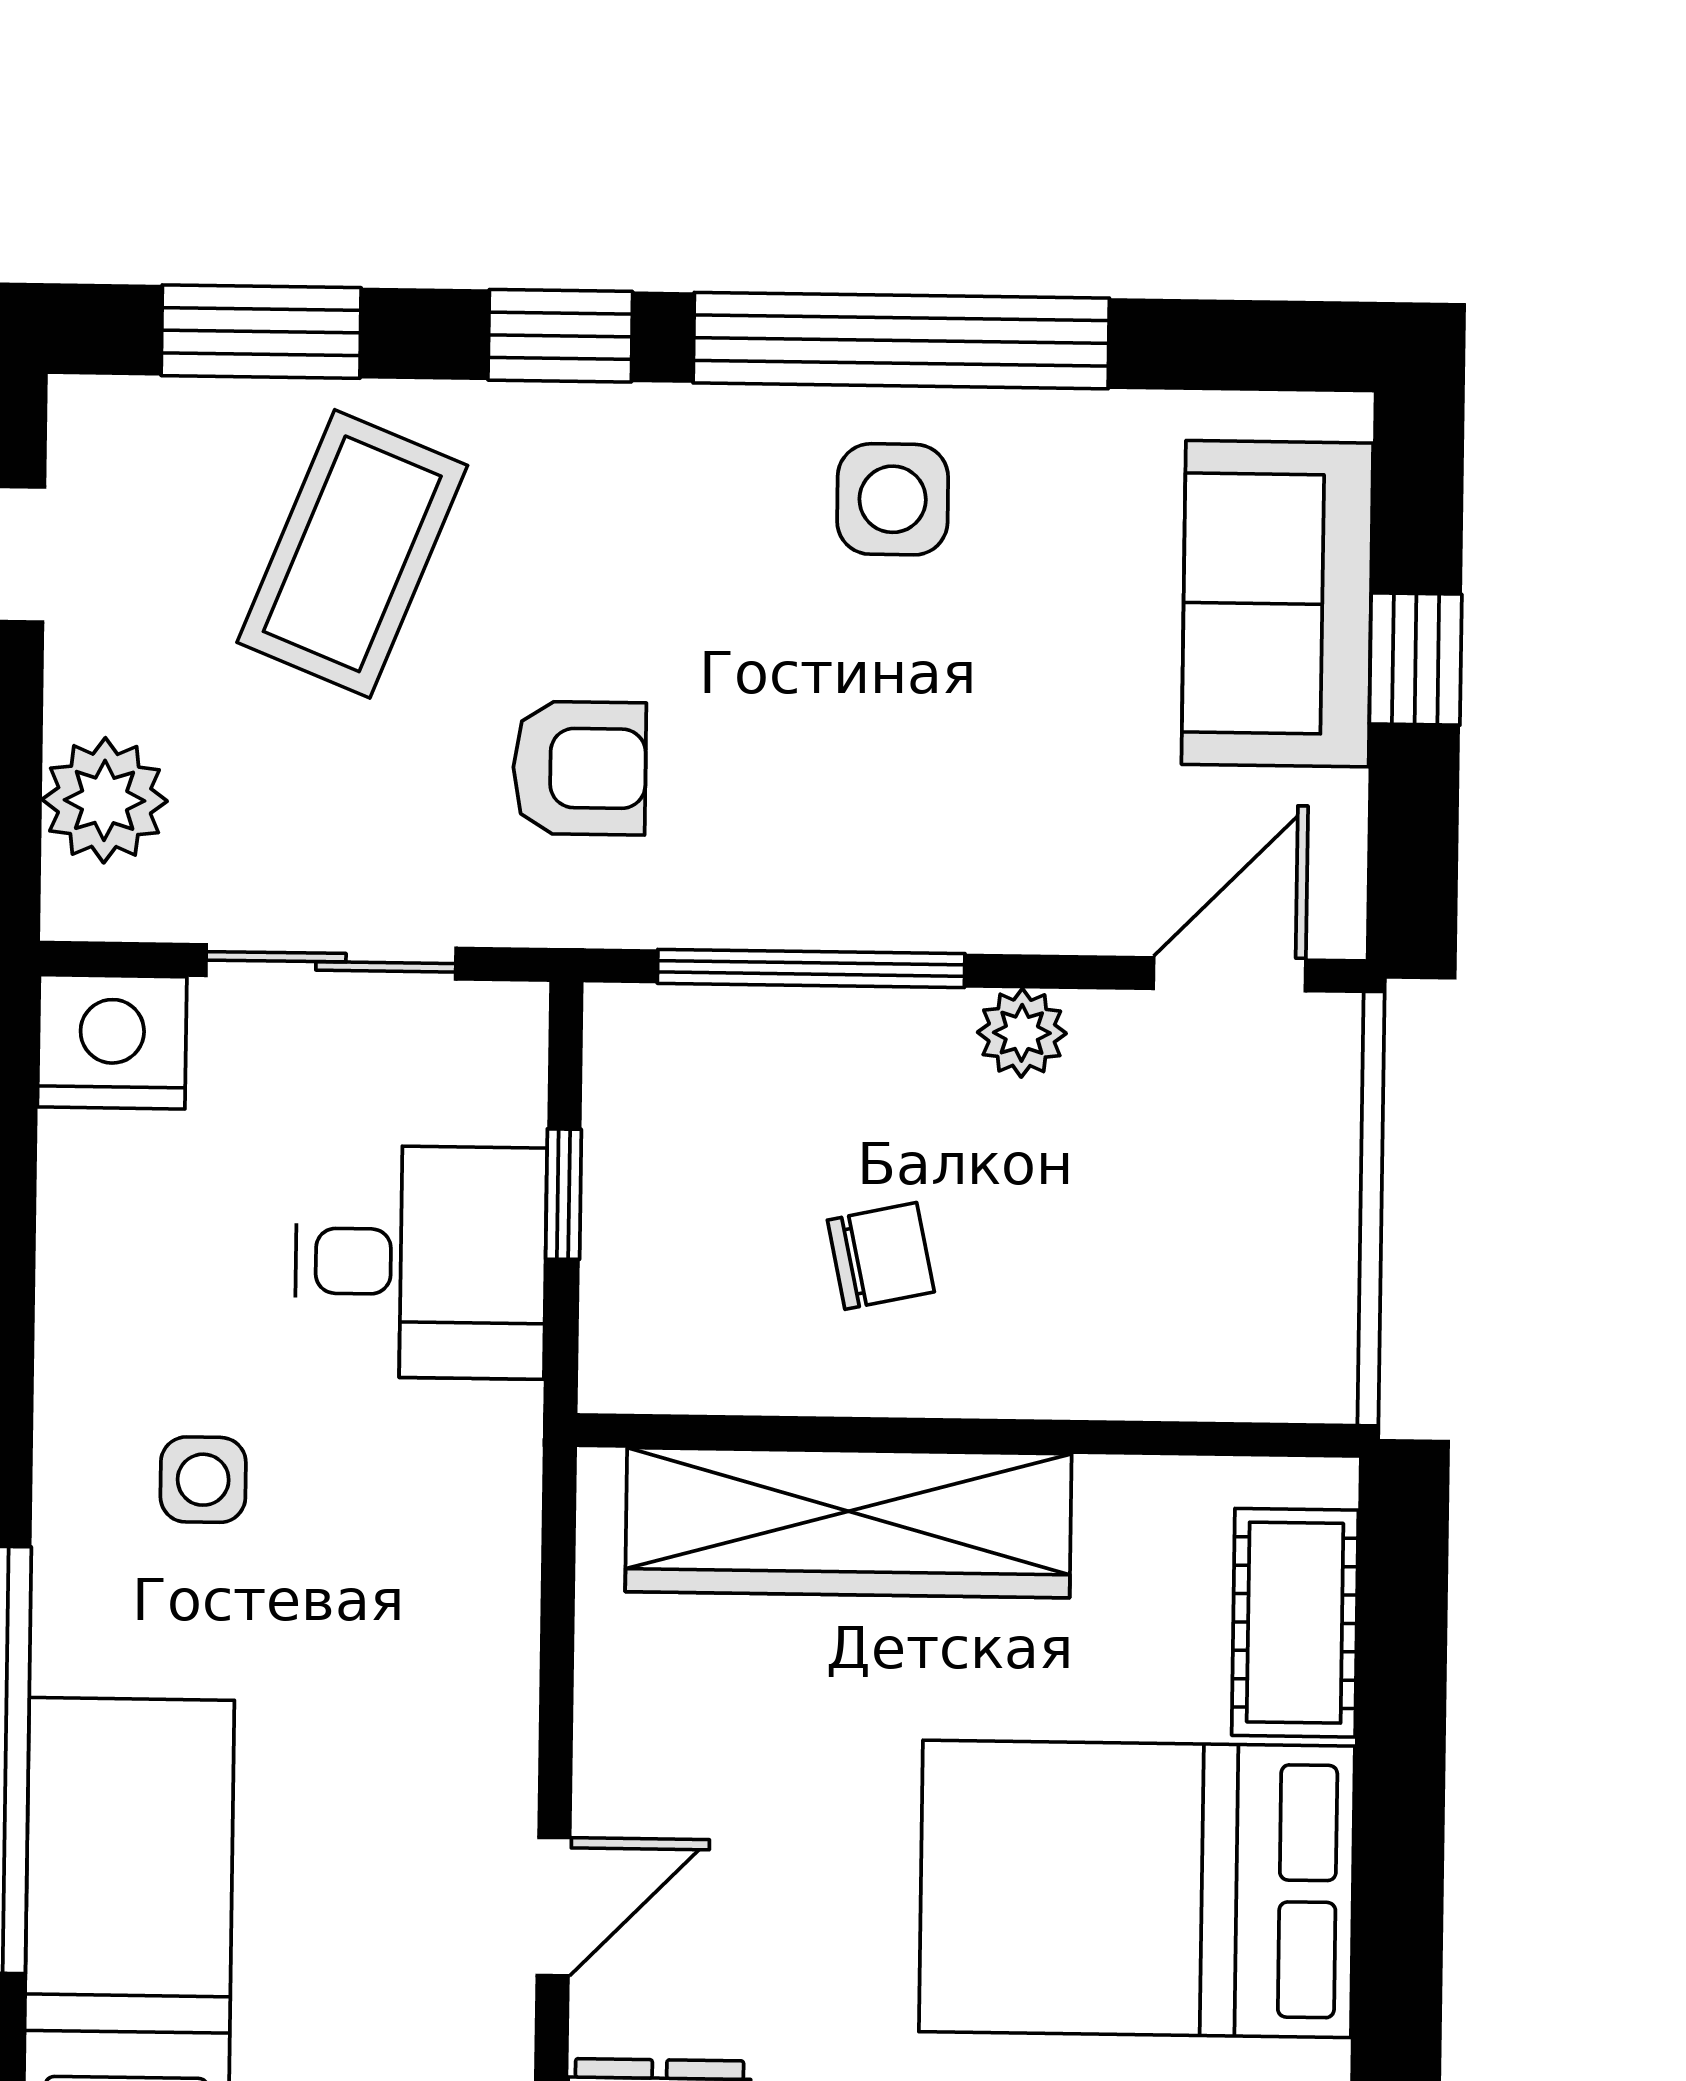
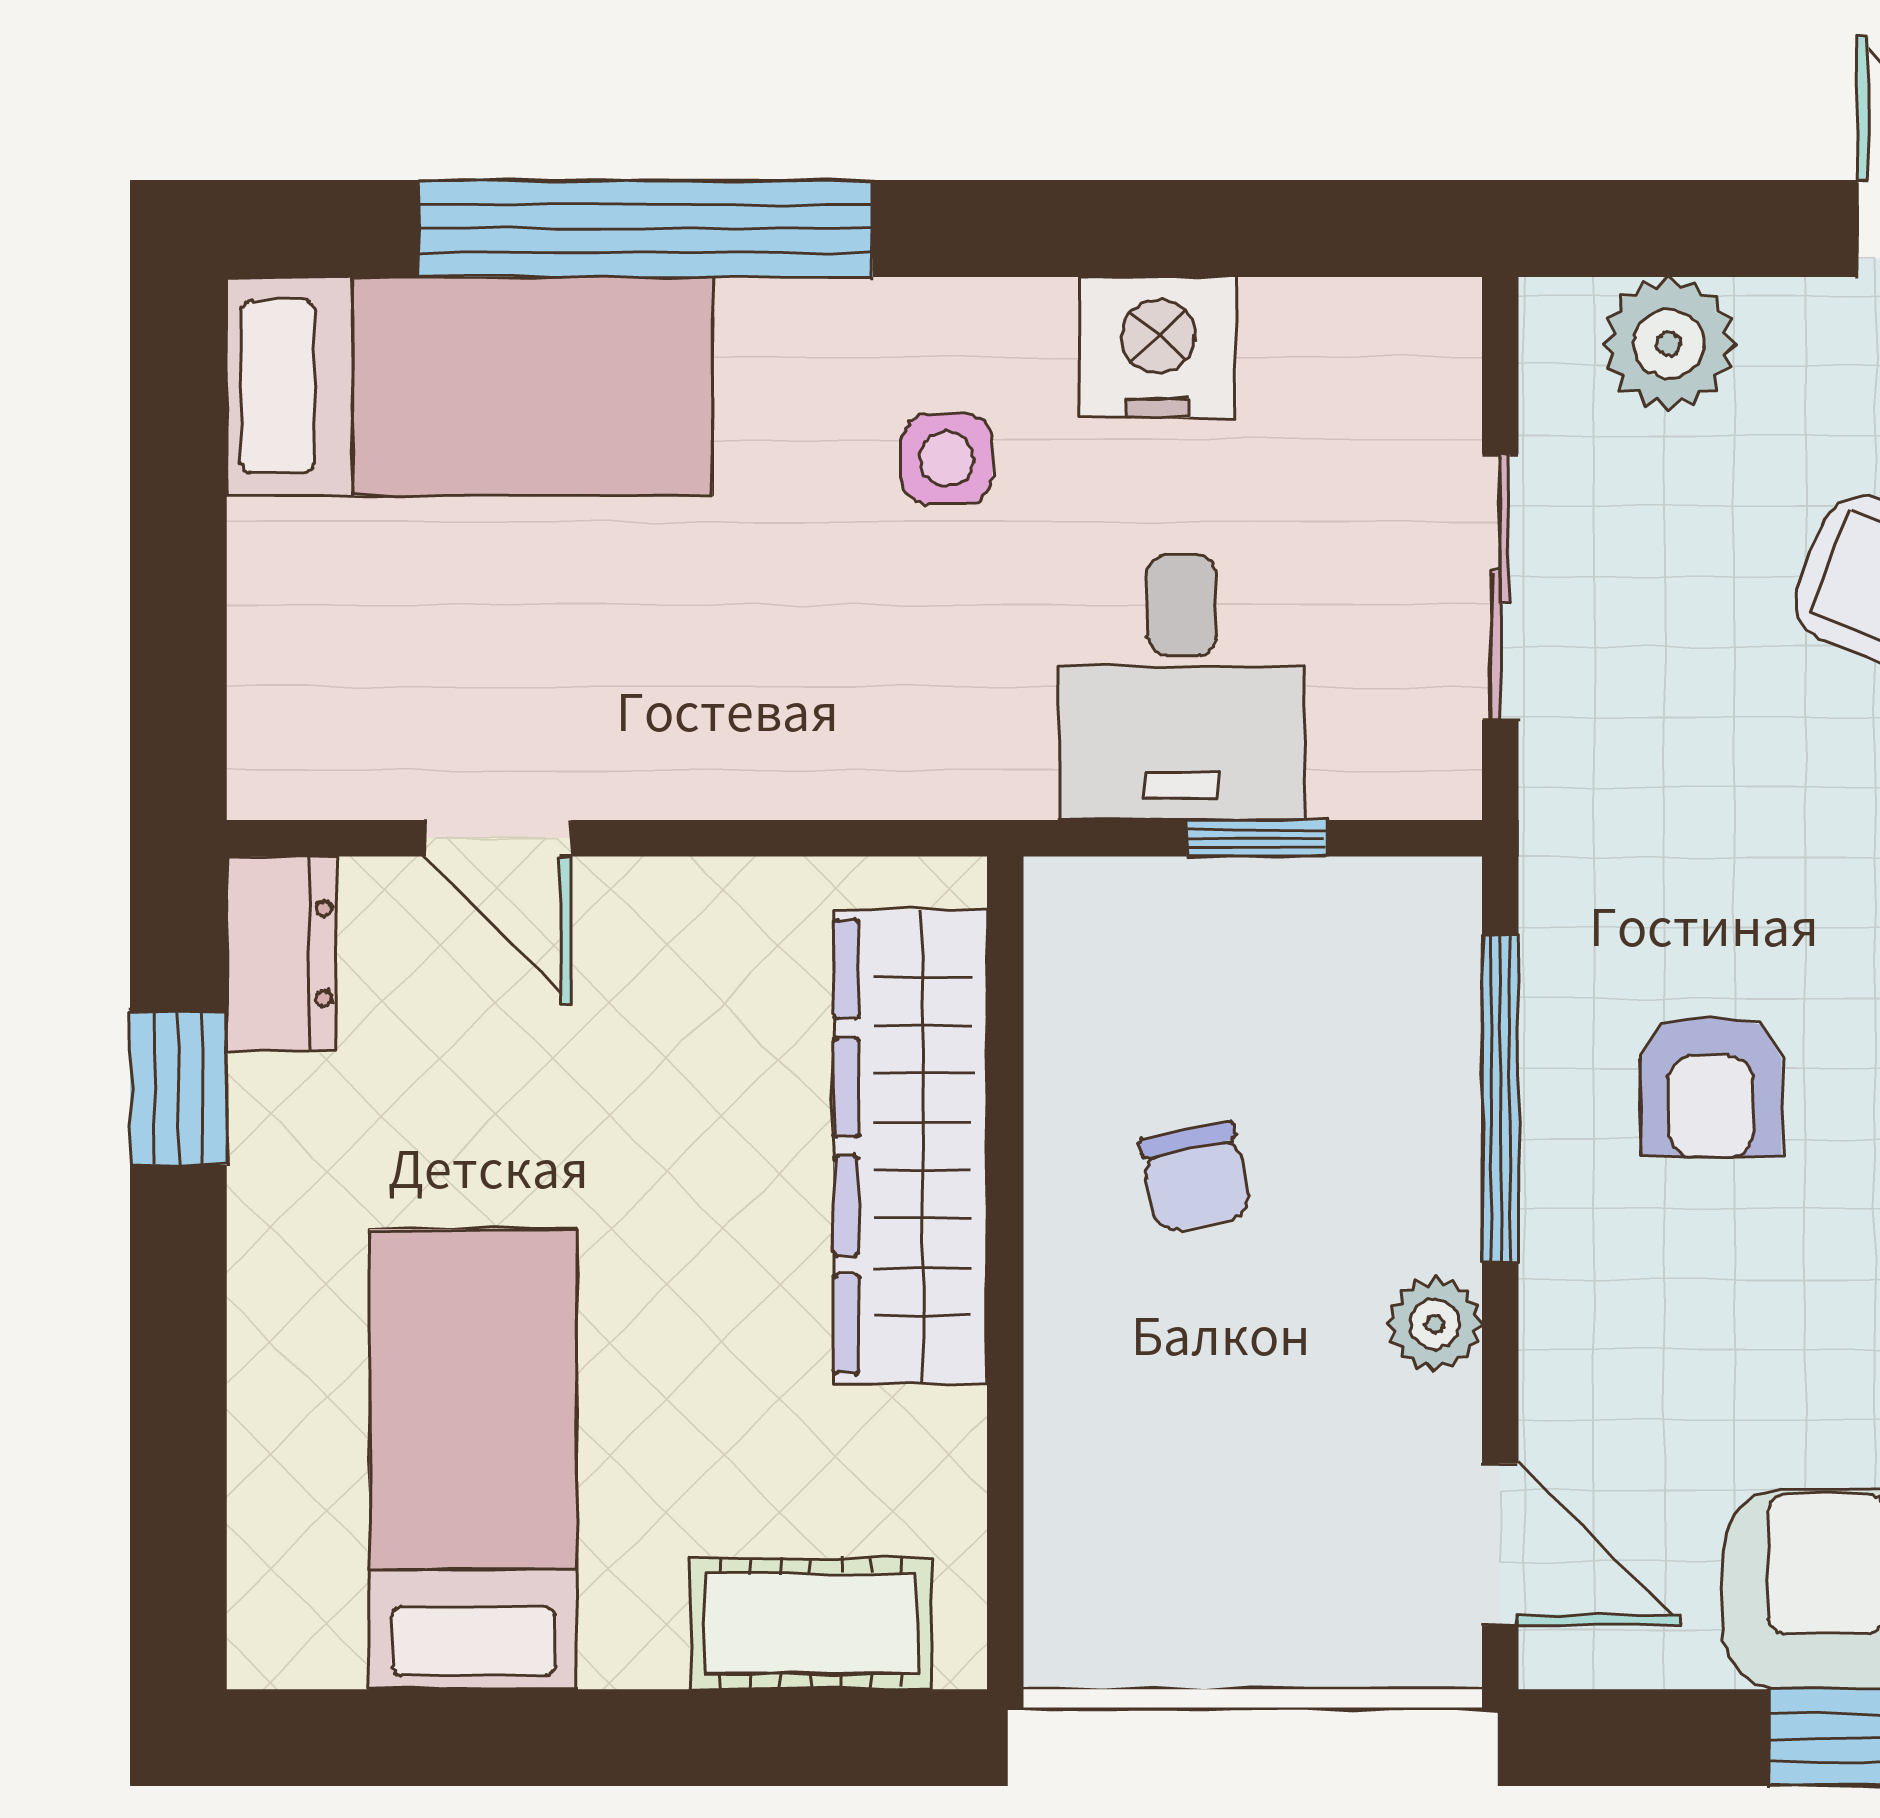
armchair: (579, 768) -> (1711, 1086), moved
nightstand: (112, 1042) -> (1158, 347), moved, turned -90
bed: (1137, 1889) -> (473, 1459), width x0.67

